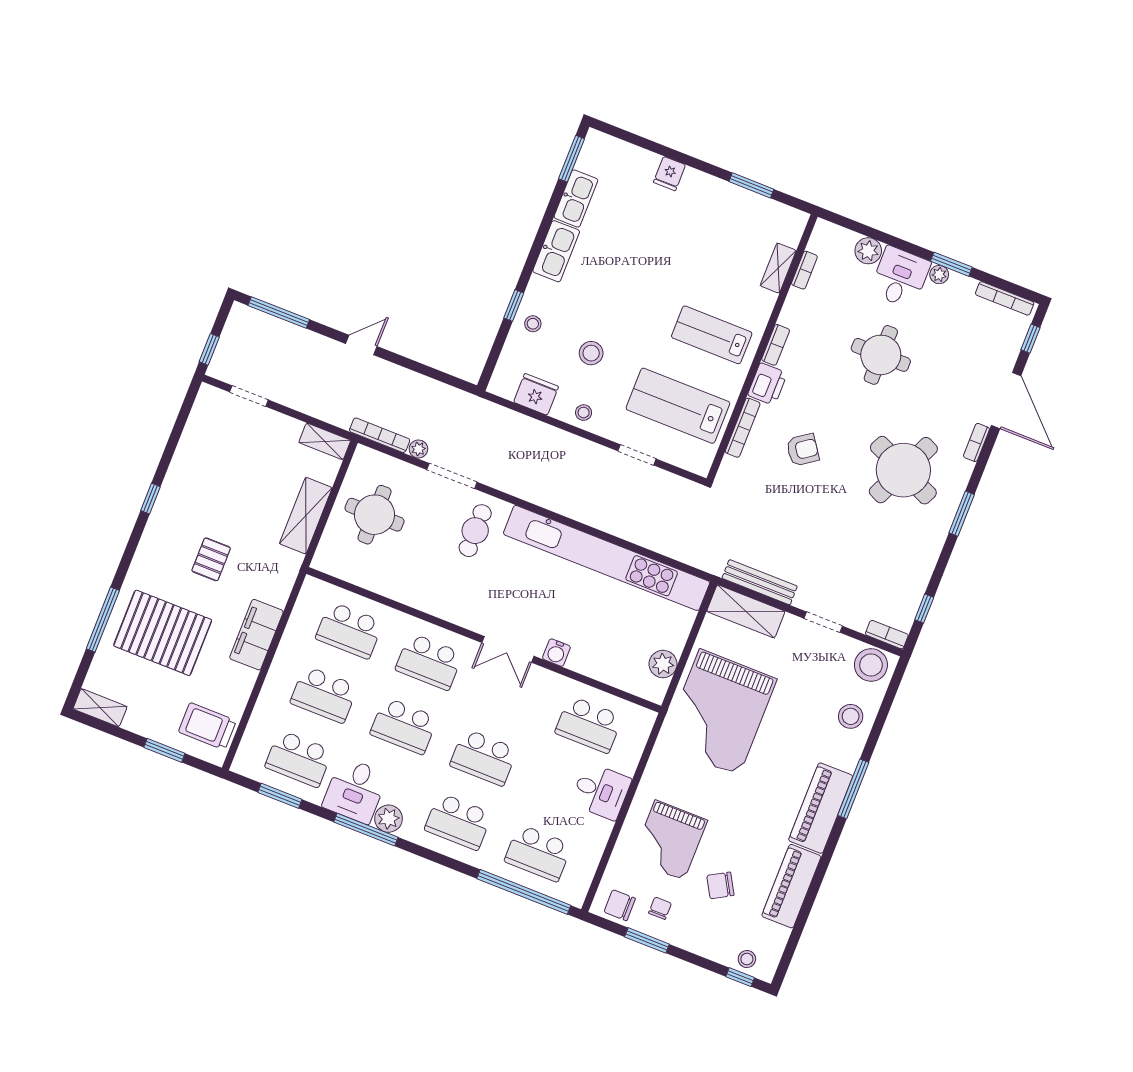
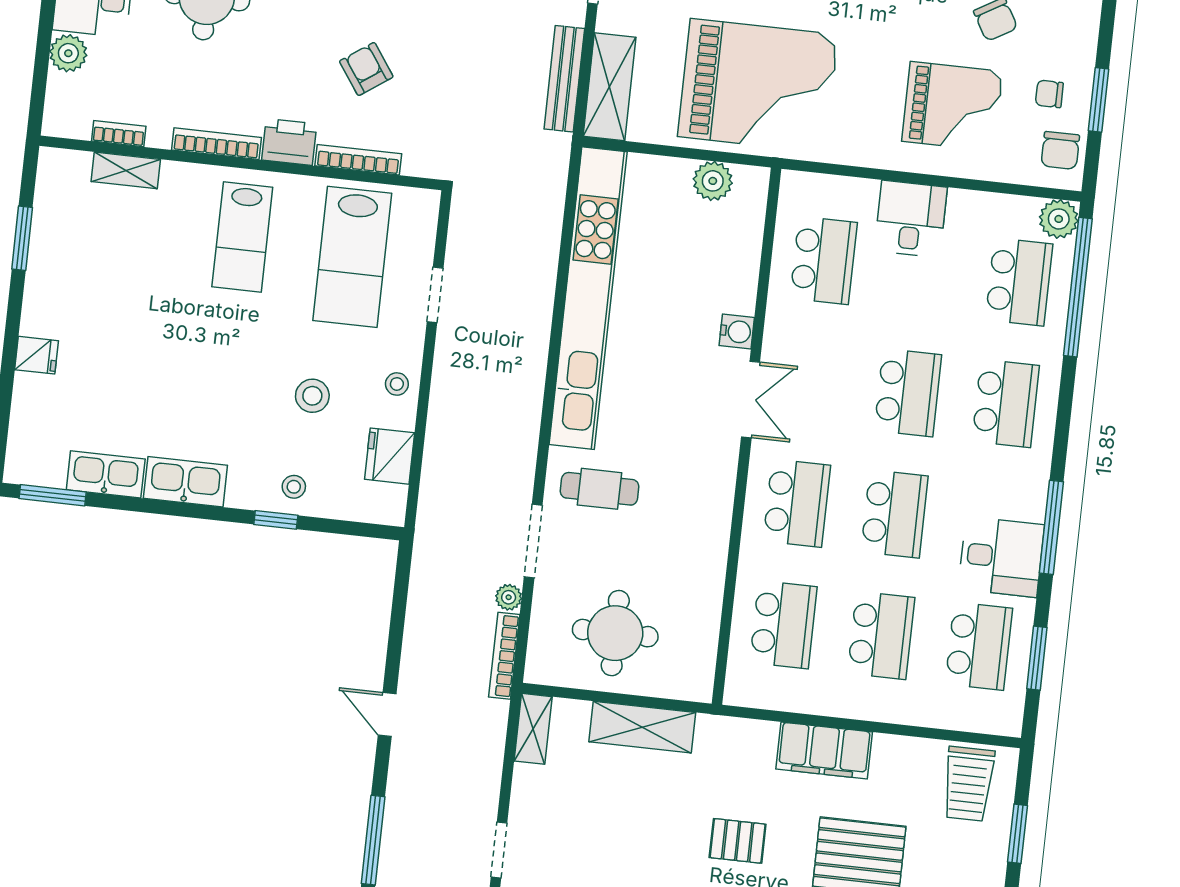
bookcase: (776, 345) -> (216, 144), width x1.56
plant: (389, 819) -> (1059, 219), moved

